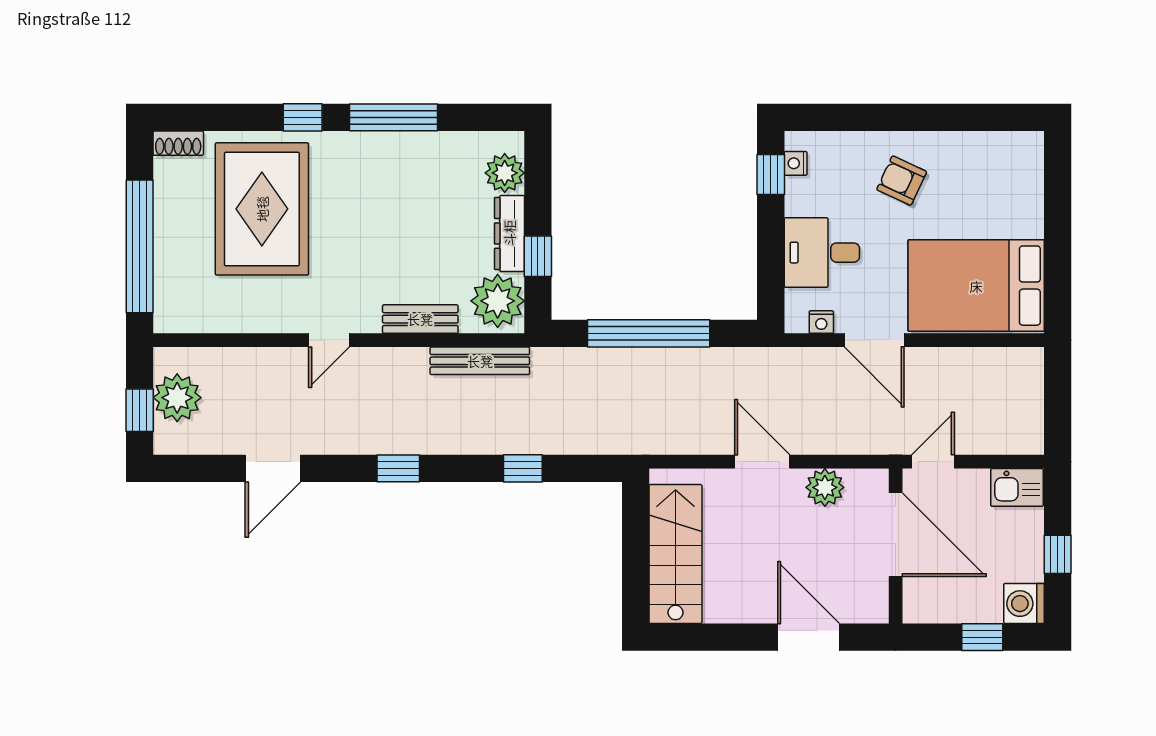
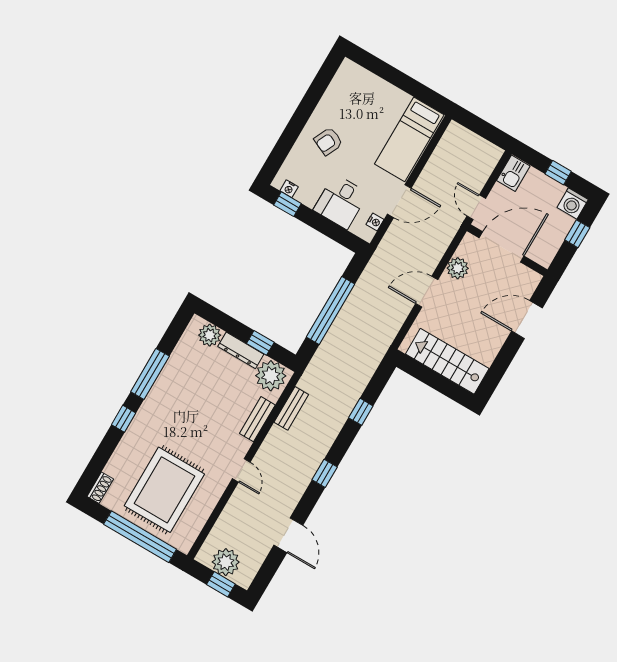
rug: (262, 209) -> (164, 490), moved, turned 90
bed: (976, 286) -> (409, 139), width x0.67
bench: (480, 361) -> (291, 408), width x0.73

